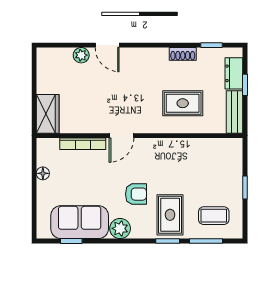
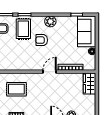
sofa: (80, 222) -> (87, 31), moved, turned 90

